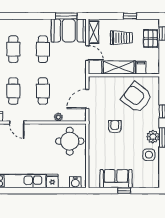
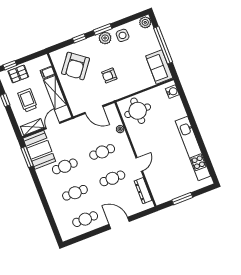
sofa: (116, 179) -> (159, 67), moved
fridge: (52, 181) -> (179, 113), removed
plant: (153, 182) -> (145, 22), added
window: (124, 191) -> (163, 45), width x3.17

